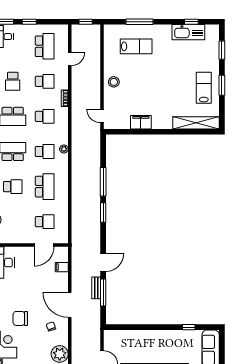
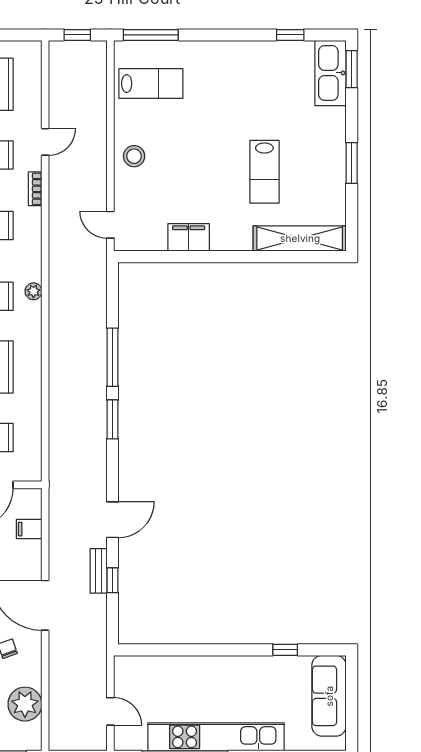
window: (140, 22) -> (151, 35), moved
kitchen sink: (188, 32) -> (331, 73), moved, turned 90
lab bench: (136, 46) -> (151, 84), moved
window: (222, 50) -> (352, 69), moved
door: (70, 59) -> (45, 142), moved
lab bench: (204, 88) -> (264, 172), moved, turned 180
window: (103, 292) -> (113, 580), width x0.46

